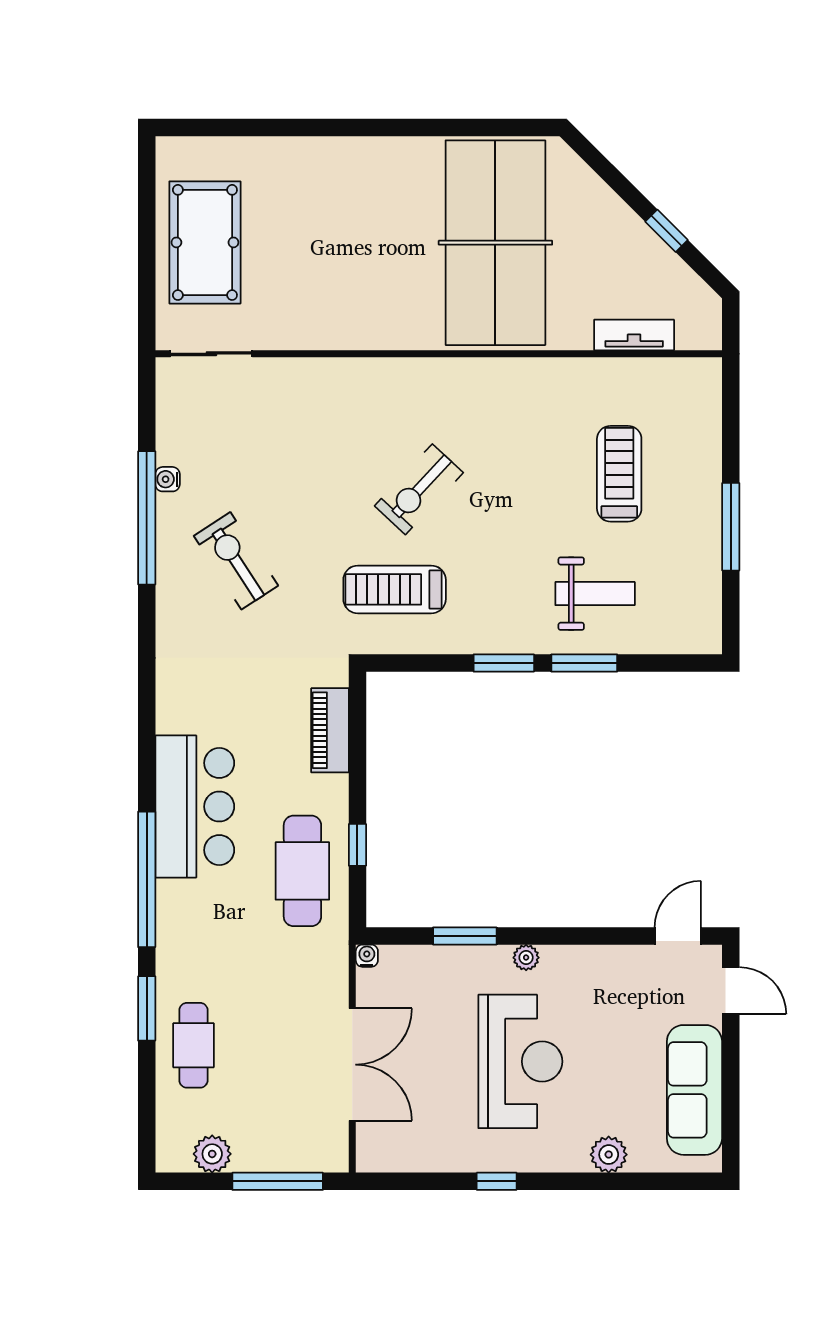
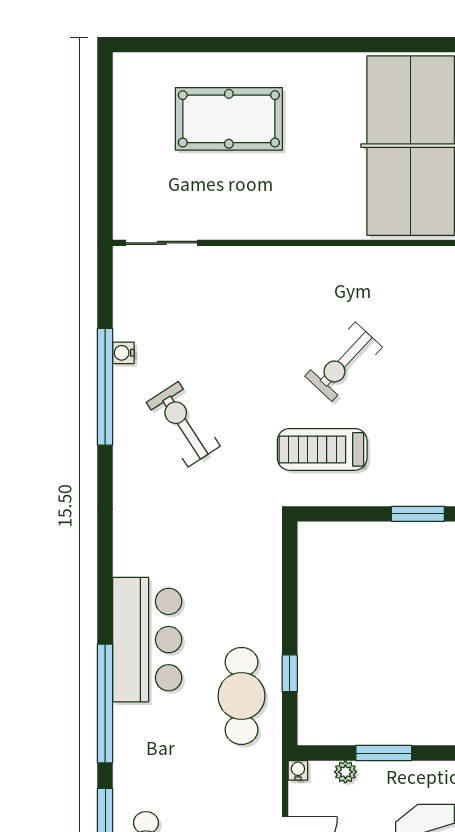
pool table: (205, 242) -> (229, 119), moved, turned 90
piano: (330, 730) -> (266, 573), removed
plant: (526, 958) -> (345, 772), moved

